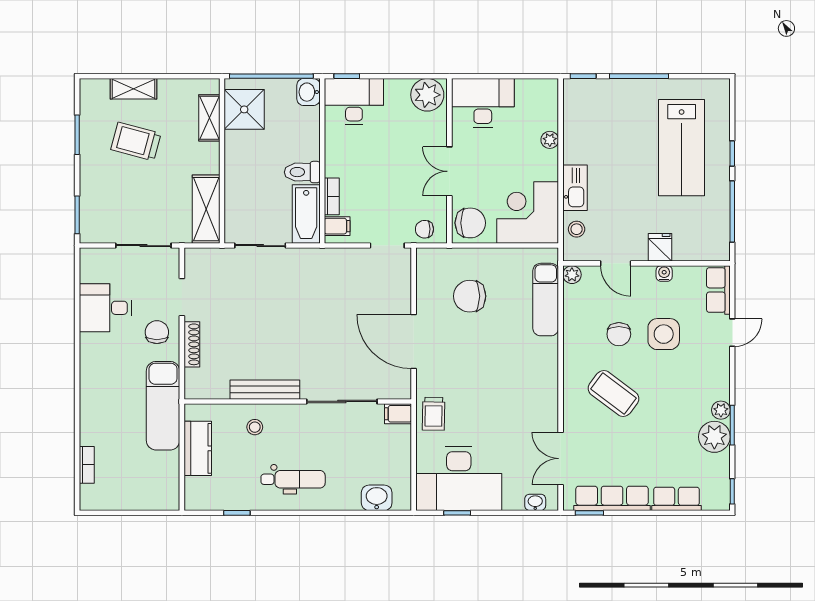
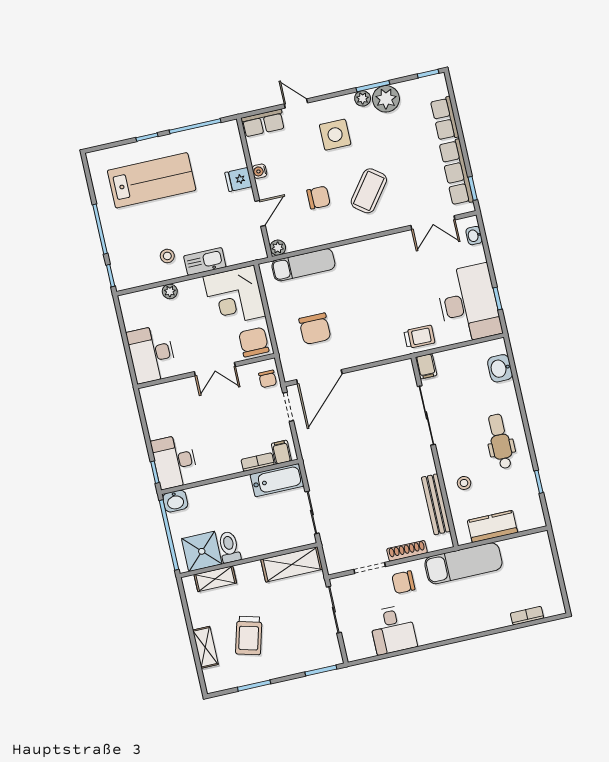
plant: (427, 95) -> (155, 402), removed
toilet: (302, 172) -> (229, 547), moved, turned 180
stool: (577, 229) -> (167, 256), moved
side table: (664, 334) -> (335, 135), moved
door: (414, 342) -> (319, 377), moved
bench: (265, 390) -> (436, 504), moved

